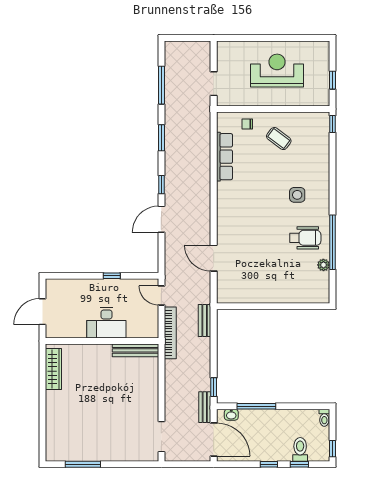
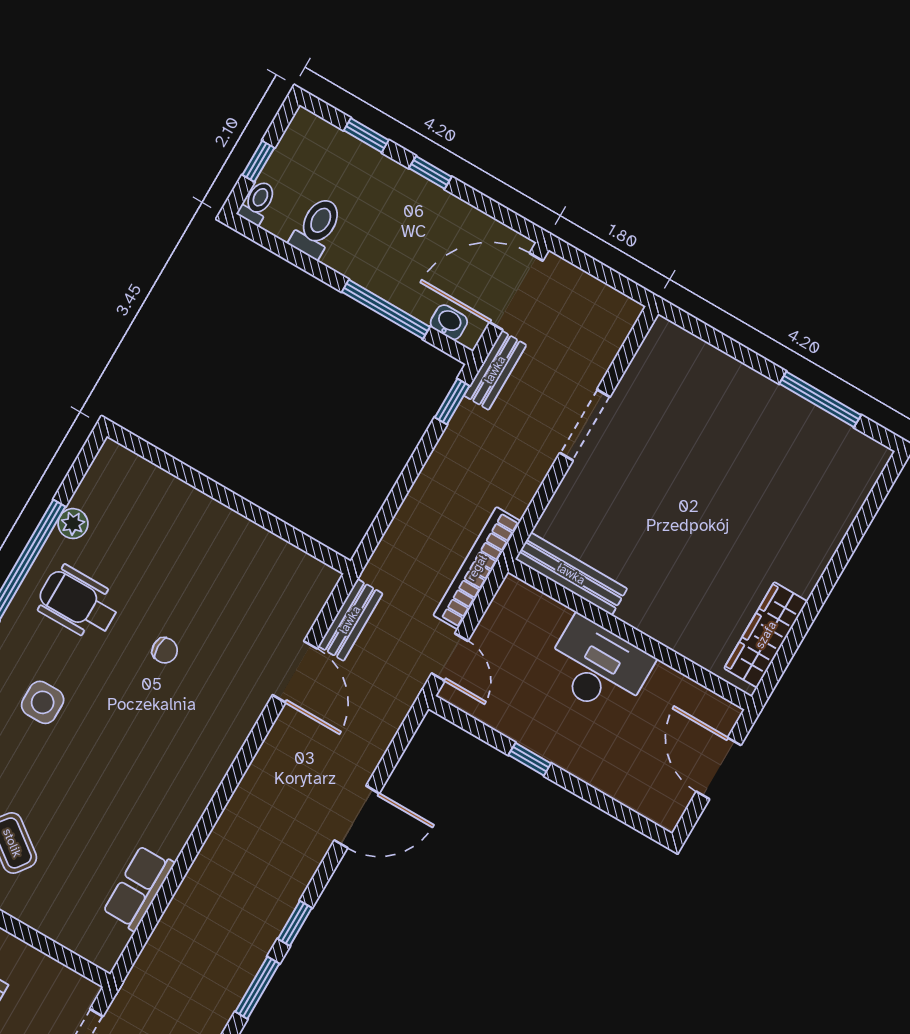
chair: (247, 124) -> (165, 650), moved
row of seats: (224, 157) -> (139, 888), width x0.68
window: (161, 185) -> (295, 923), moved
door: (43, 312) -> (719, 768), swing flipped
bench: (205, 321) -> (350, 620), moved
doorway: (161, 437) -> (585, 425), moved
door: (214, 440) -> (516, 292), hinge flipped
toilet: (300, 449) -> (317, 227), moved, turned 180
window: (333, 449) -> (258, 161), moved

